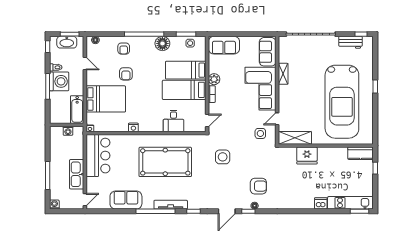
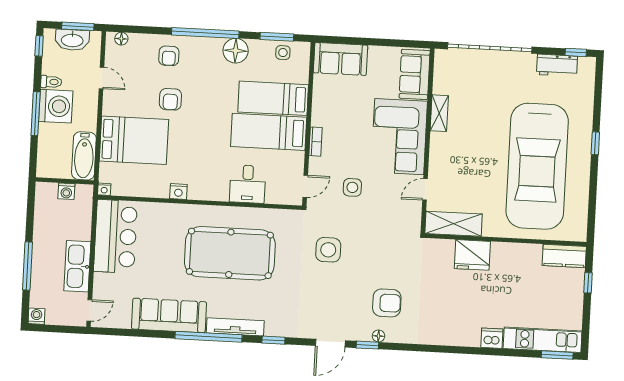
plant: (214, 79) -> (321, 116), removed
side table: (260, 133) -> (352, 187), moved
sofa: (126, 200) -> (169, 315), width x1.36

